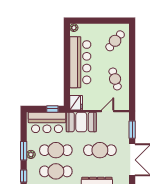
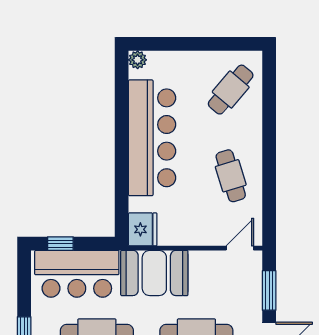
window: (52, 109) -> (60, 244), moved
door: (108, 111) -> (240, 248), moved

